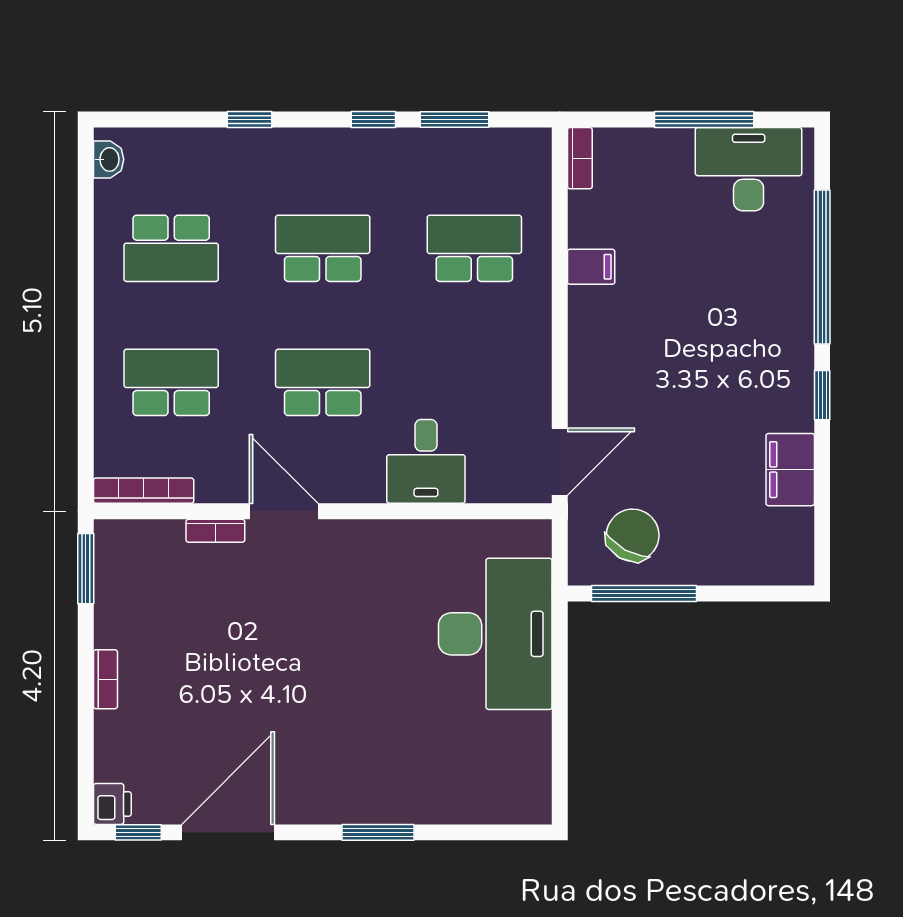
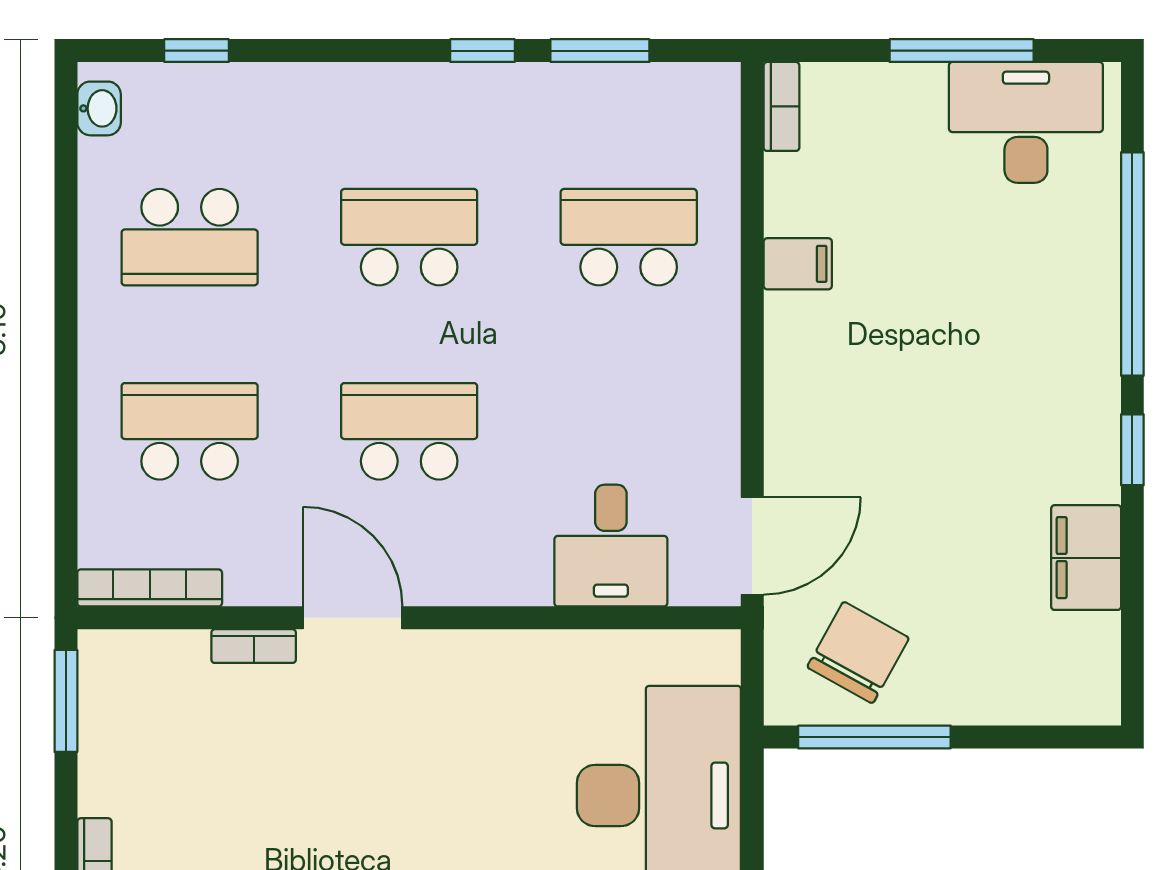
window: (250, 120) -> (197, 51), moved
desk: (426, 461) -> (611, 546), moved

